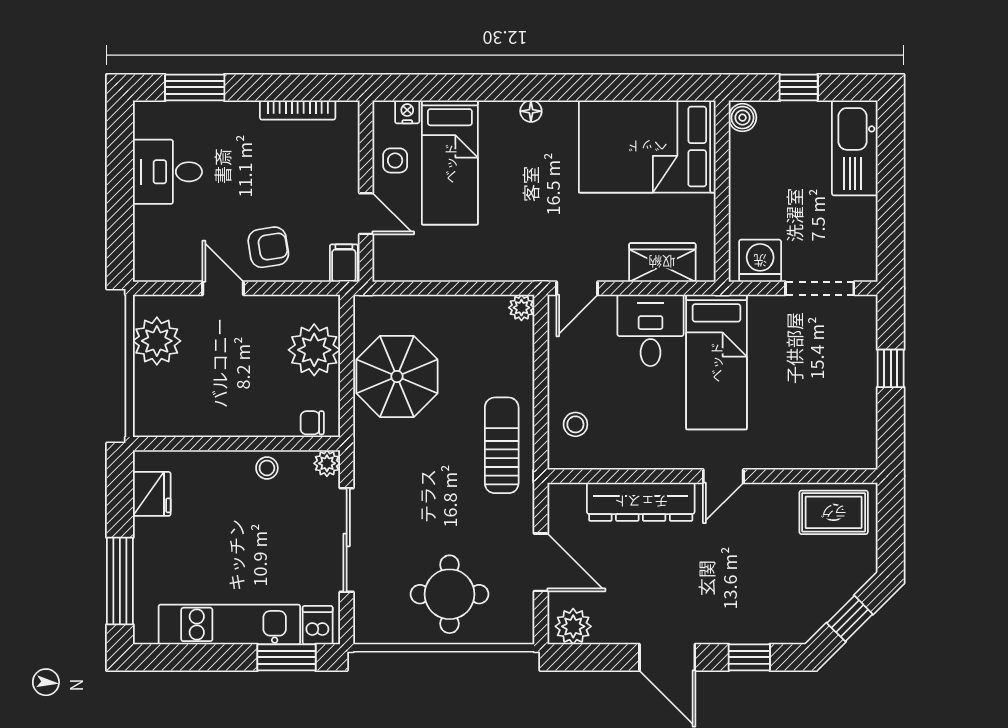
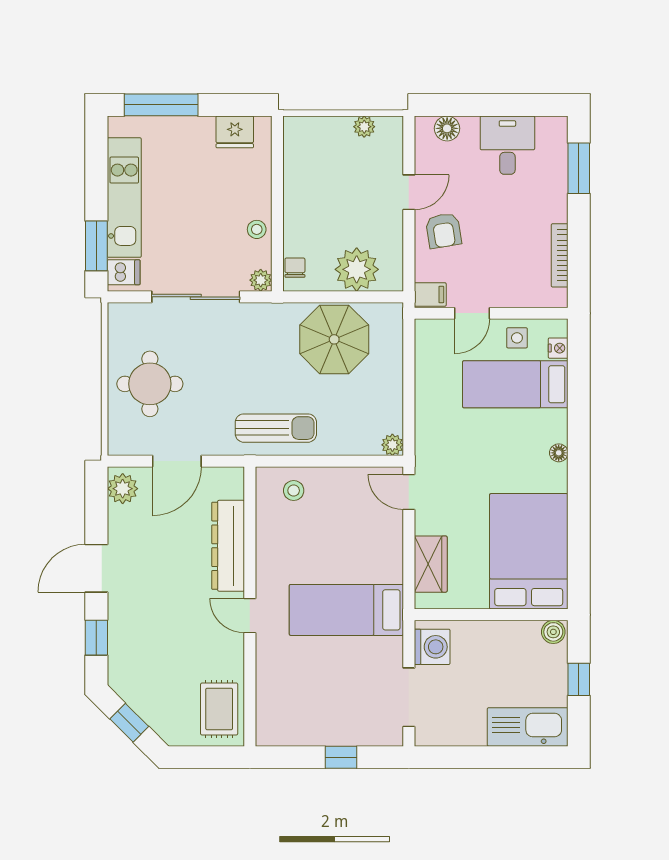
floor lamp: (148, 243) -> (447, 128), added
desk: (651, 330) -> (373, 554), removed
plant: (157, 341) -> (364, 127), width x0.53, depth x0.53

